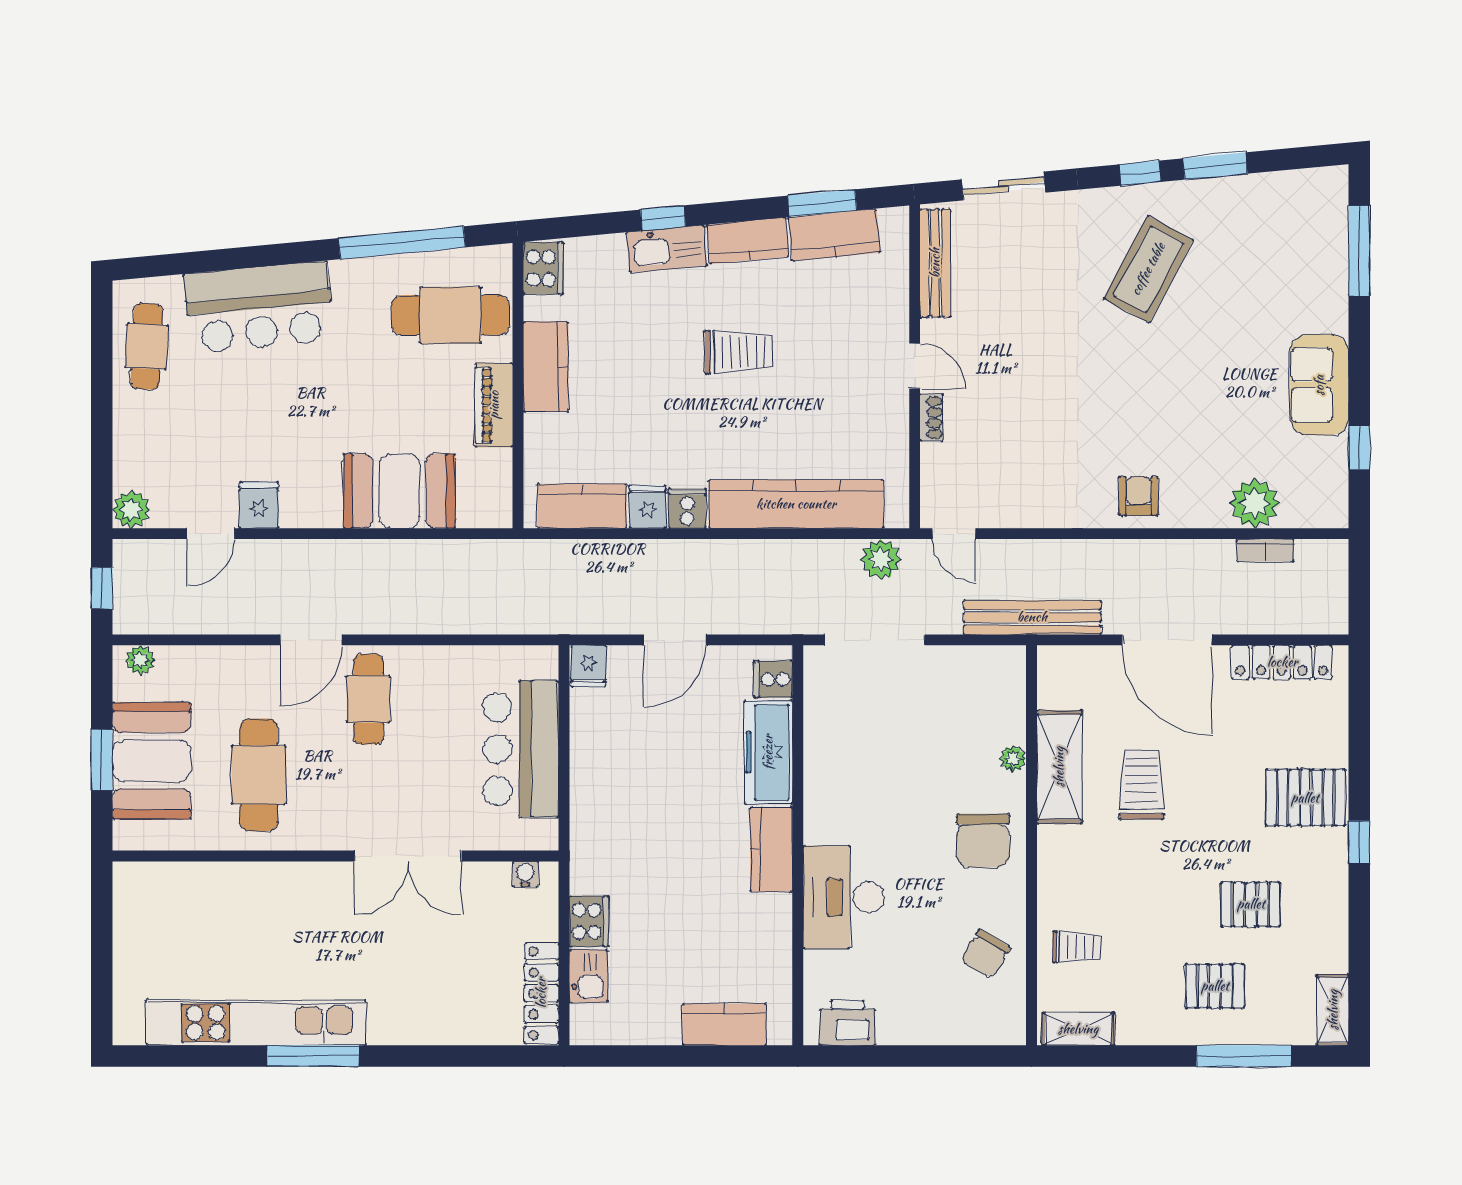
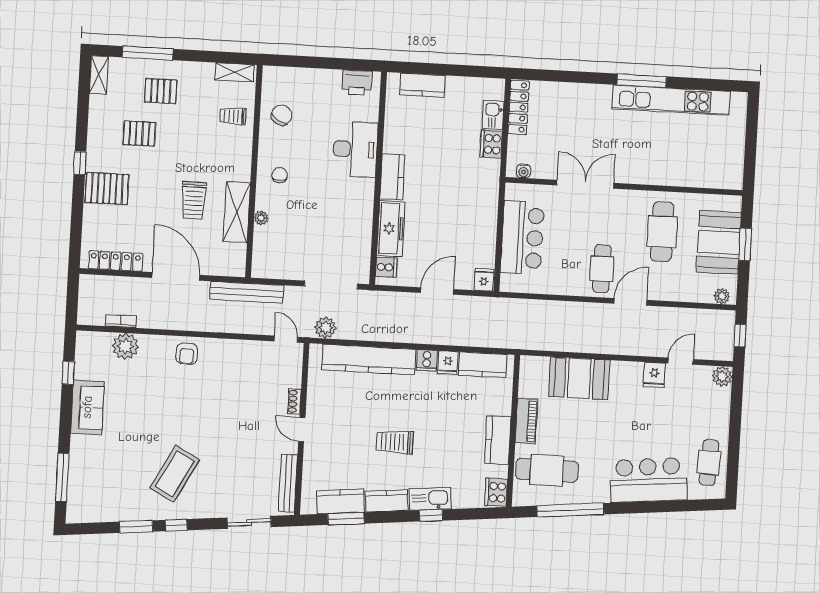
chair: (983, 841) -> (280, 175), width x0.54, depth x0.54

